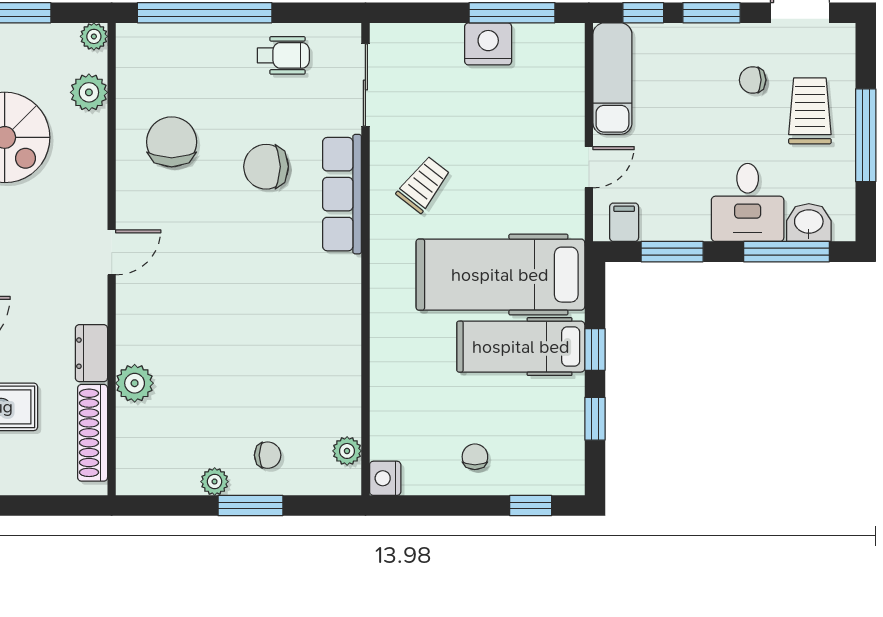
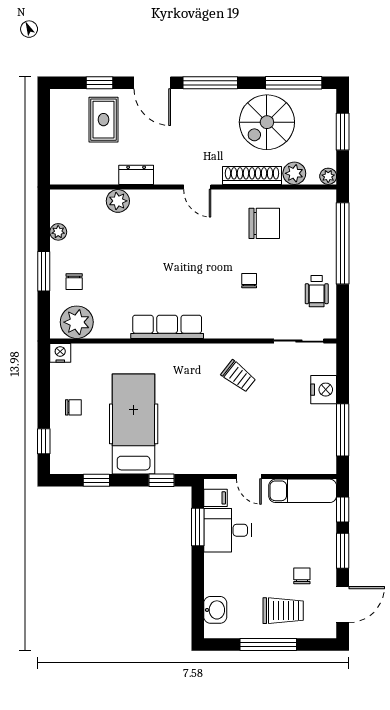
nightstand: (488, 44) -> (324, 390), moved
chair: (266, 167) -> (249, 281), width x0.54, depth x0.54
row of seats: (342, 194) -> (167, 327), moved
desk: (748, 202) -> (227, 530), moved
window: (786, 252) -> (198, 596), removed
hospital bed: (500, 275) -> (184, 423), removed
hospital bed: (521, 347) -> (134, 424), width x1.37, depth x1.29
window: (595, 349) -> (162, 480), moved
shoe rack: (93, 433) -> (252, 175), moved
plant: (347, 451) -> (77, 322), width x1.88, depth x1.88
plant: (215, 482) -> (58, 232), moved

